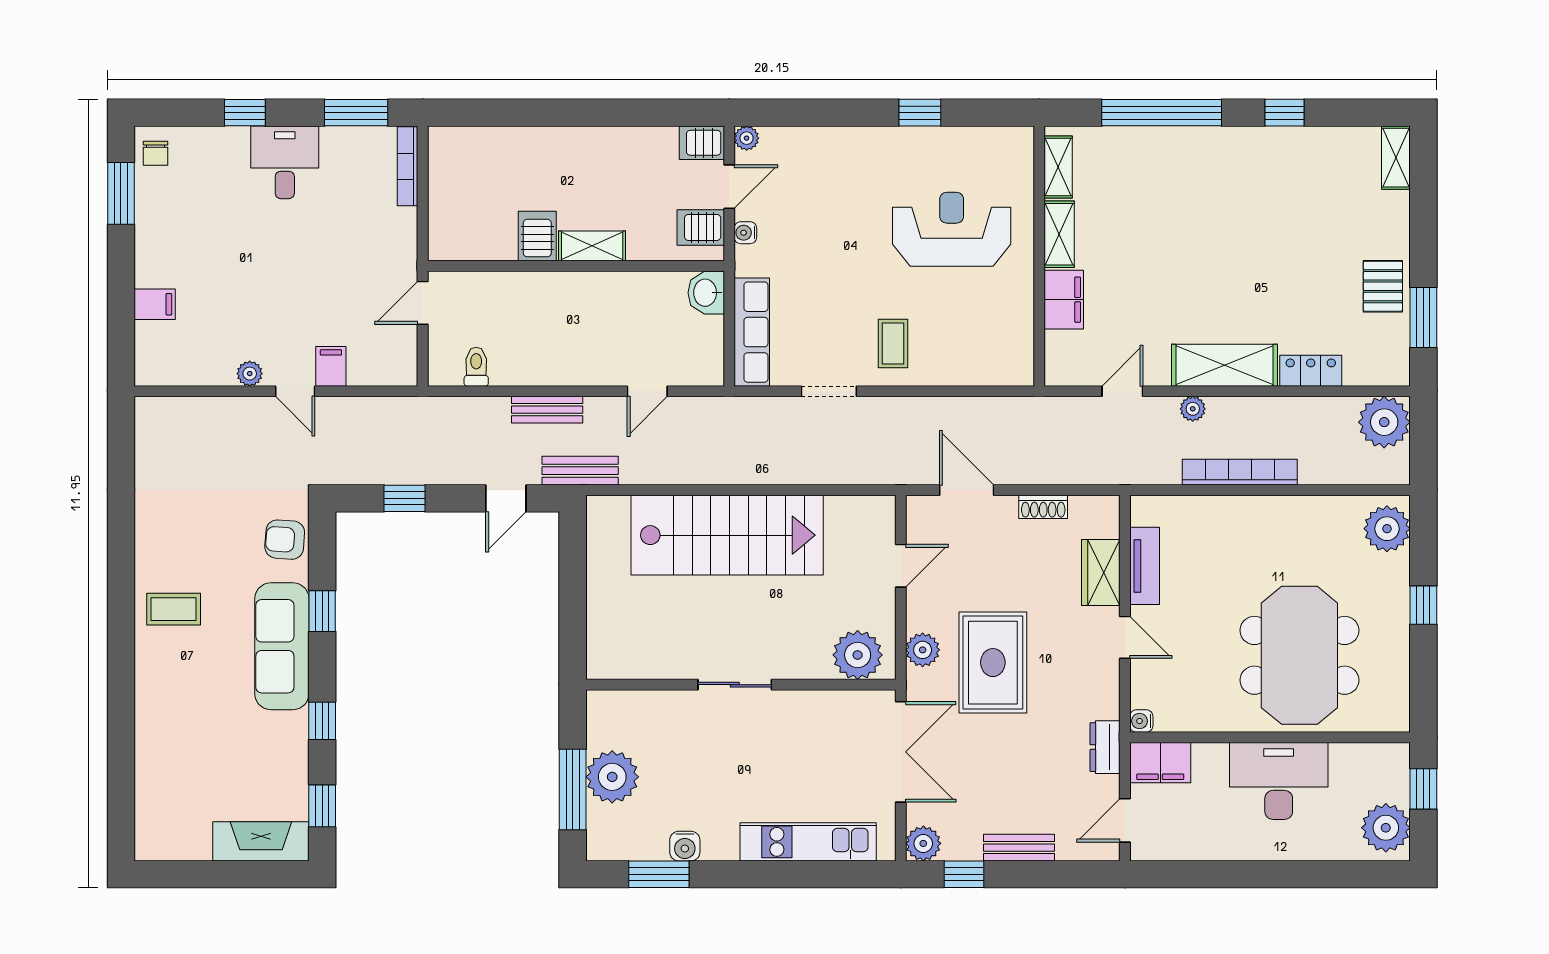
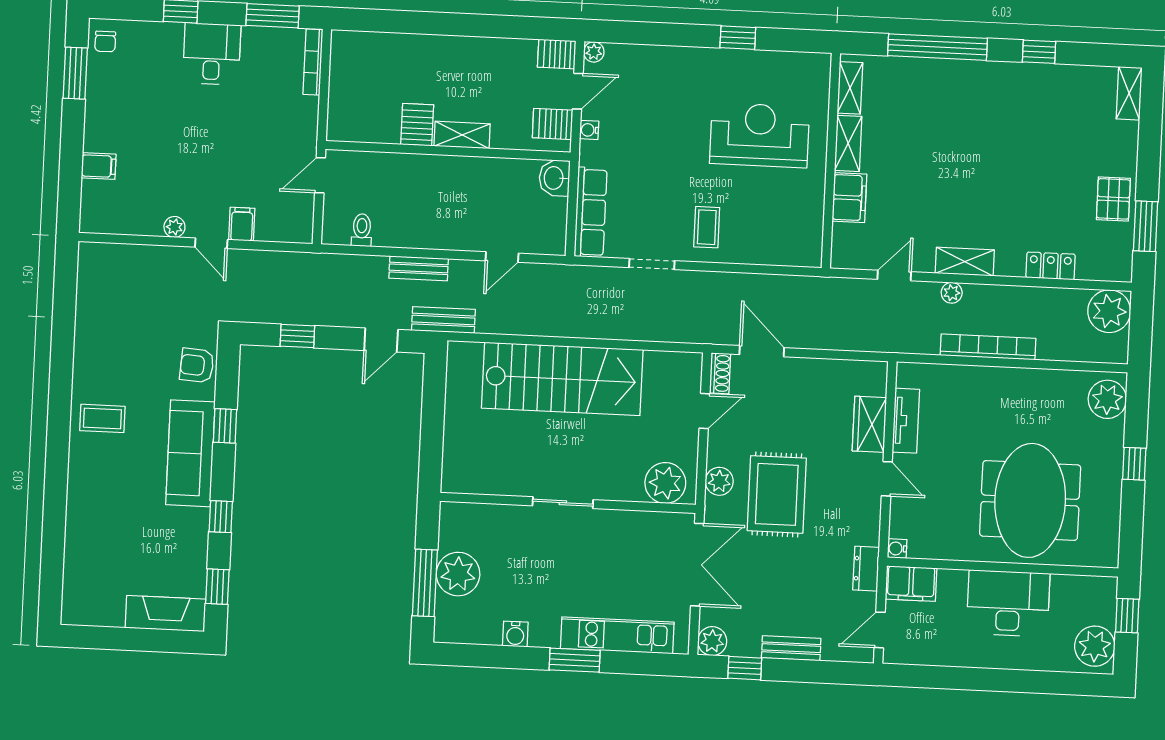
shelving: (1224, 365) -> (965, 262), width x0.67, depth x0.75
shoe rack: (1043, 507) -> (720, 373), moved, turned -90
window: (659, 874) -> (575, 660), moved

